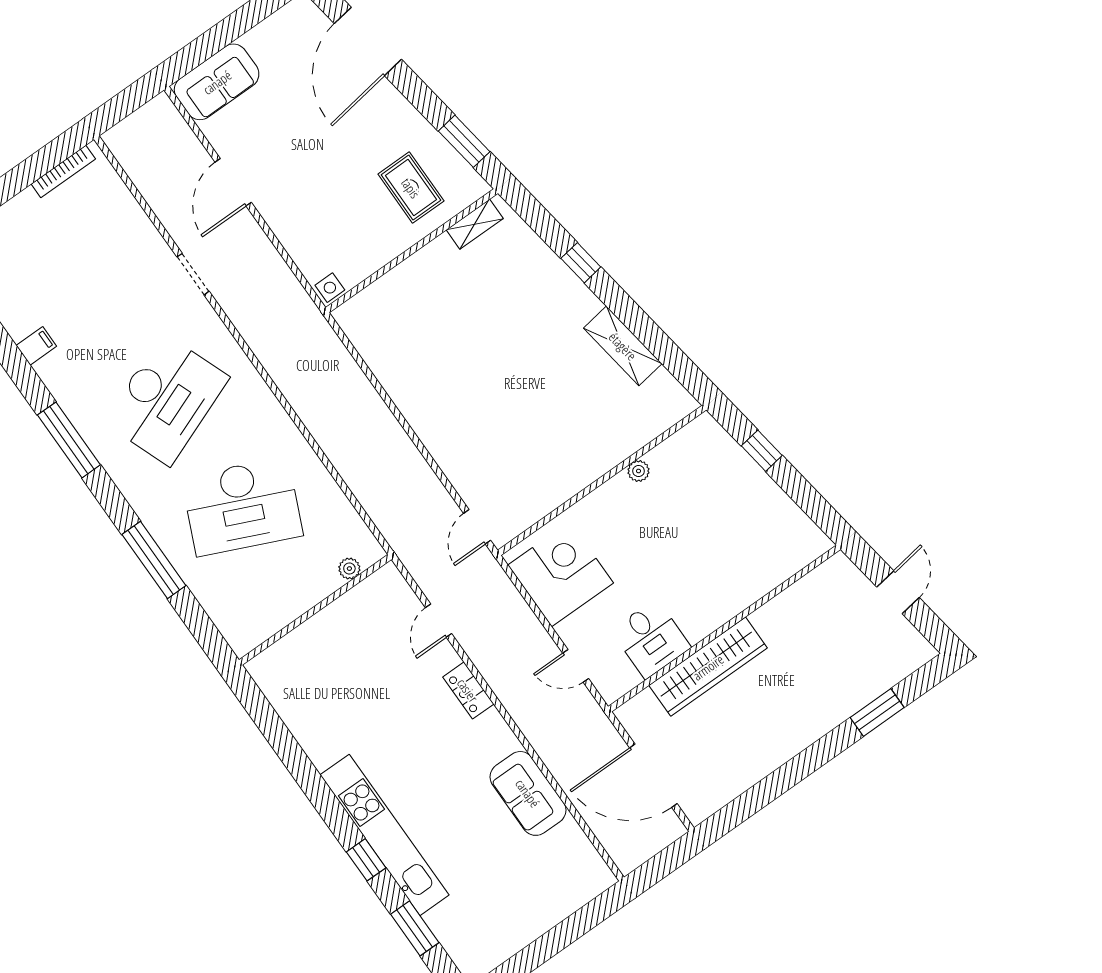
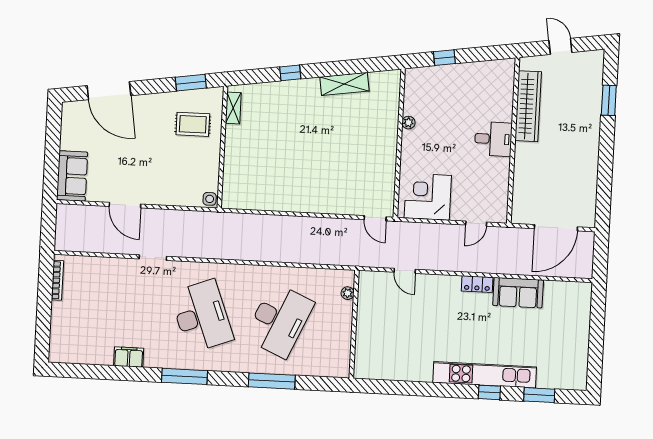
filing cabinet: (36, 346) -> (129, 357), width x2.00
desk: (651, 639) -> (493, 139), moved
wardrobe: (708, 667) -> (528, 106), moved
locker: (468, 690) -> (477, 284), moved

